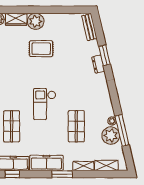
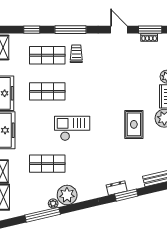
plant: (111, 136) -> (67, 195), moved

